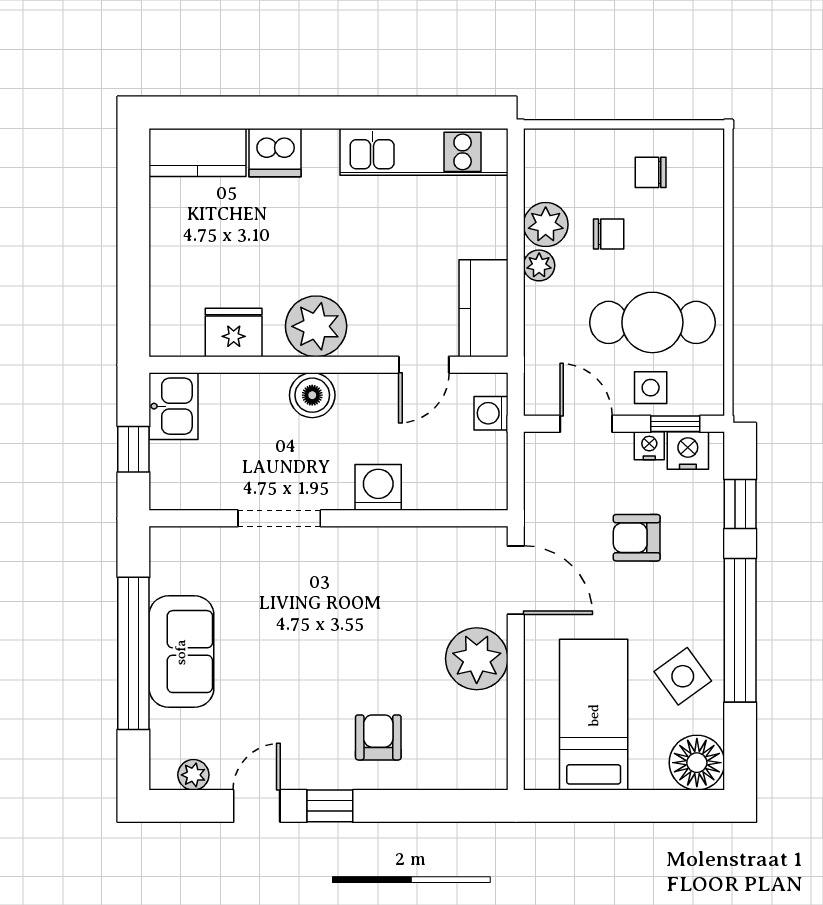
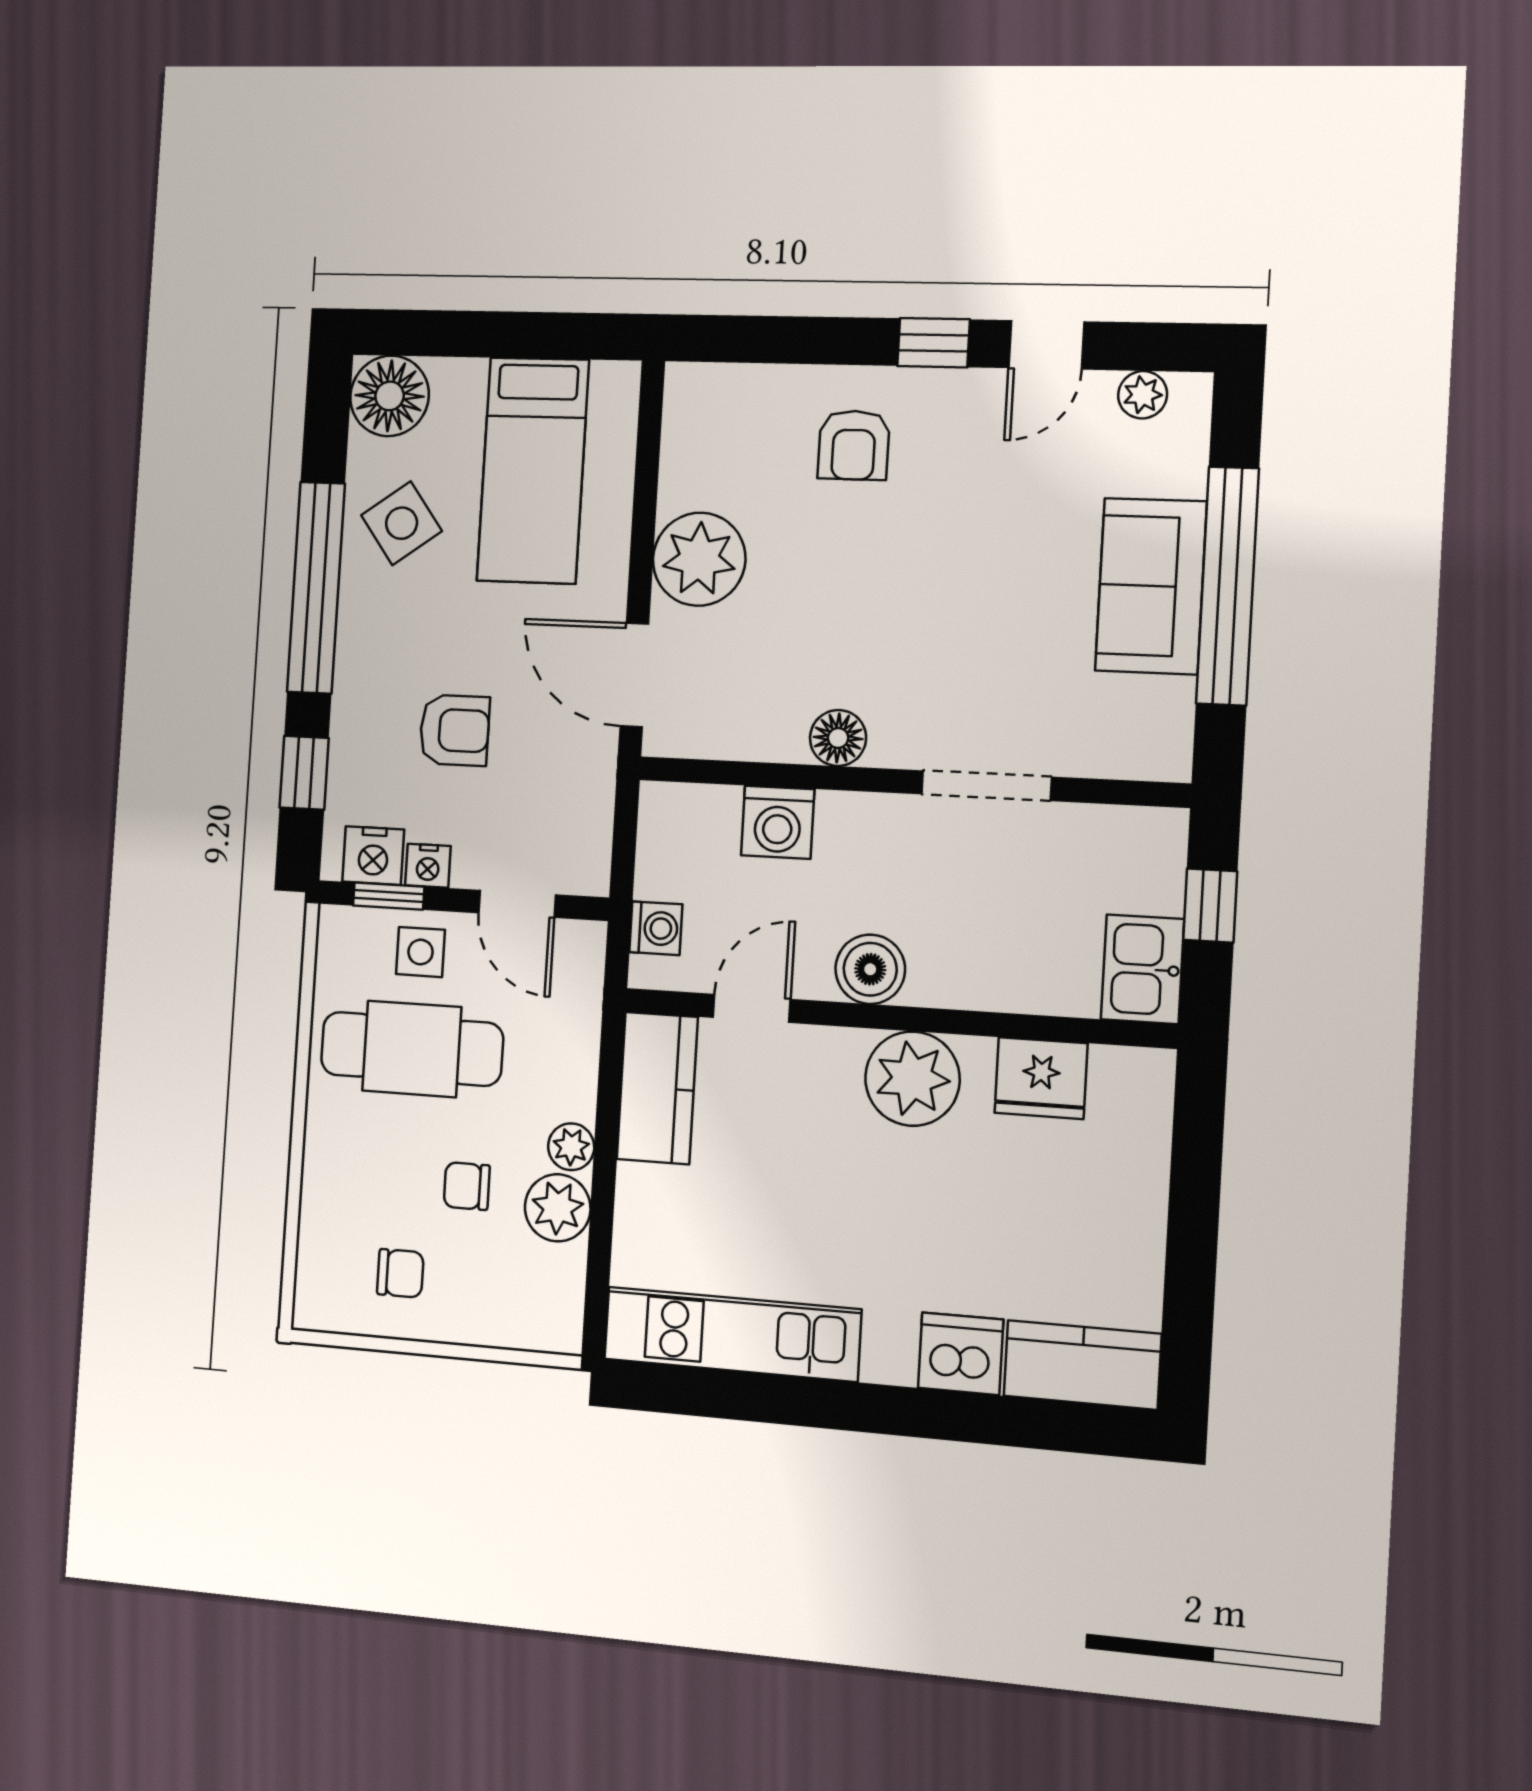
boiler: (312, 395) -> (870, 969), moved
washing machine: (378, 487) -> (778, 822), moved
floor lamp: (377, 545) -> (838, 738), added

